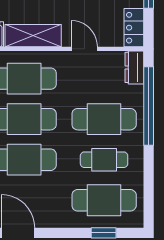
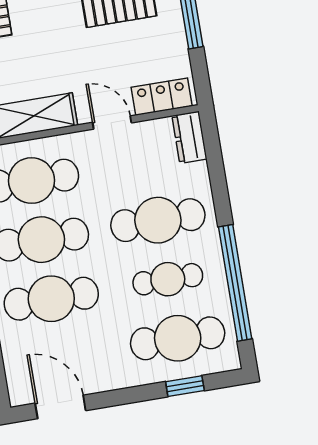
locker: (134, 28) -> (162, 97), moved, turned 90
window: (149, 106) -> (235, 283), moved

